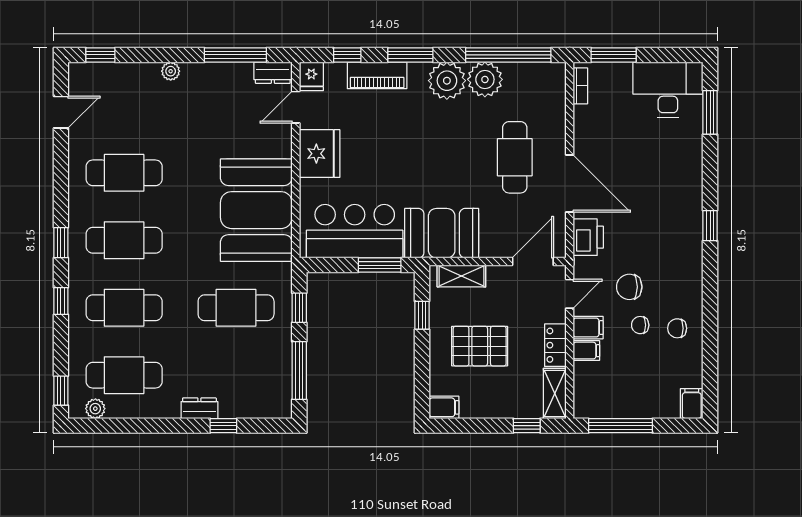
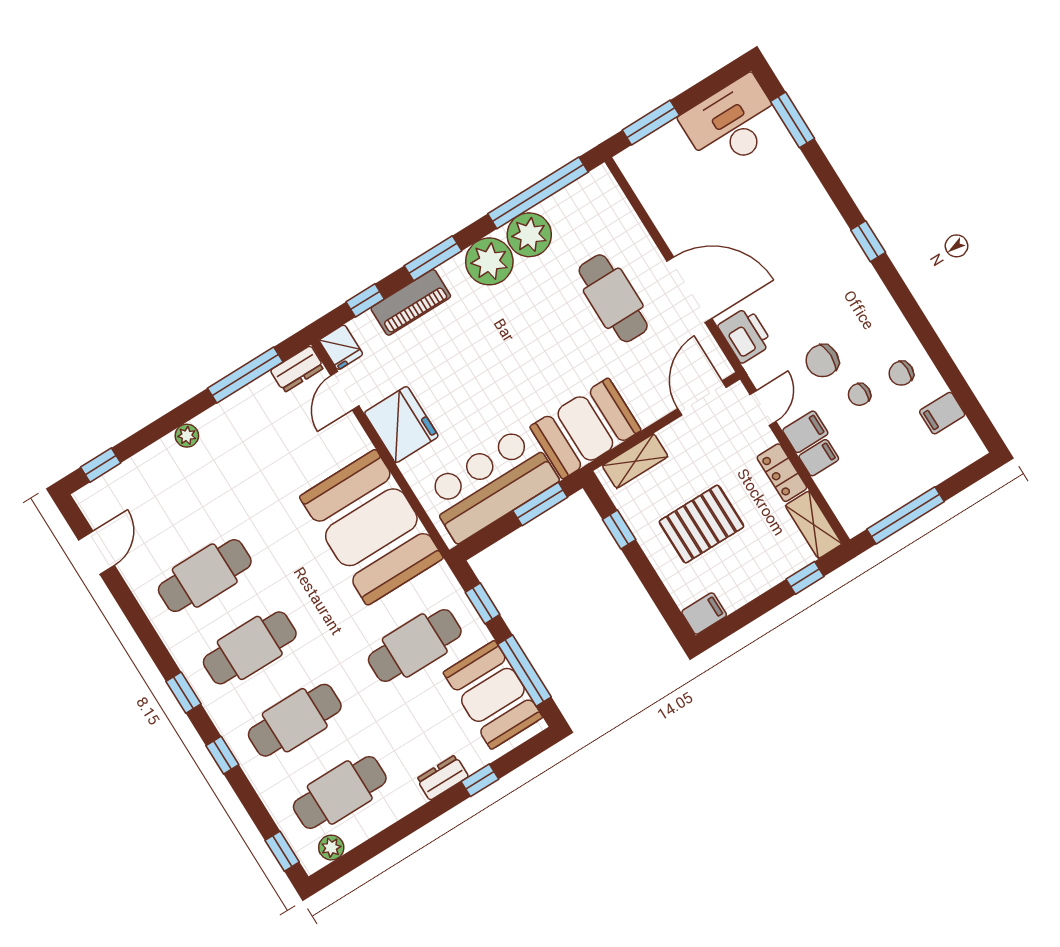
bookcase: (580, 86) -> (636, 178), removed
booth: (268, 374) -> (493, 695), added
filing cabinet: (692, 404) -> (942, 413), moved, turned -90

